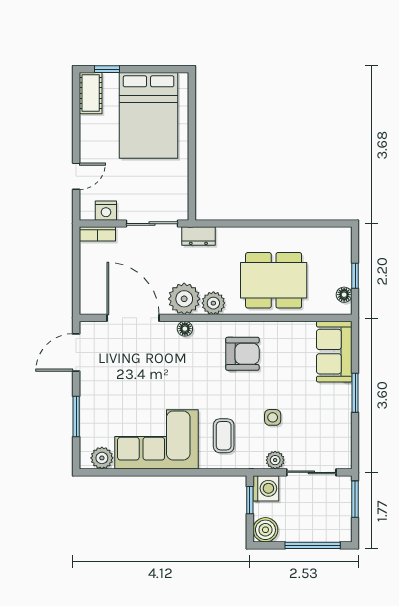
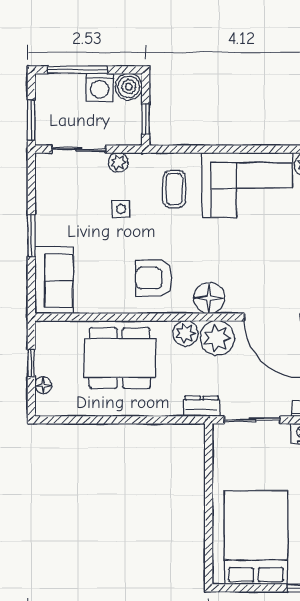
floor lamp: (344, 295) -> (43, 385), moved
floor lamp: (185, 329) -> (209, 298), width x1.89, depth x1.89
washing machine: (266, 488) -> (100, 87), moved, turned -90

